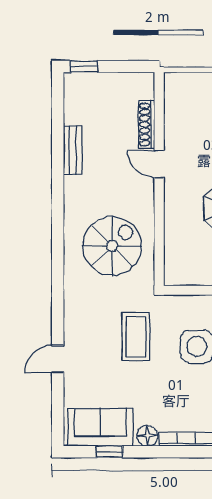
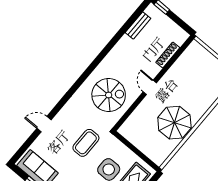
bench: (73, 150) -> (138, 25), moved
door: (159, 164) -> (150, 87), moved

